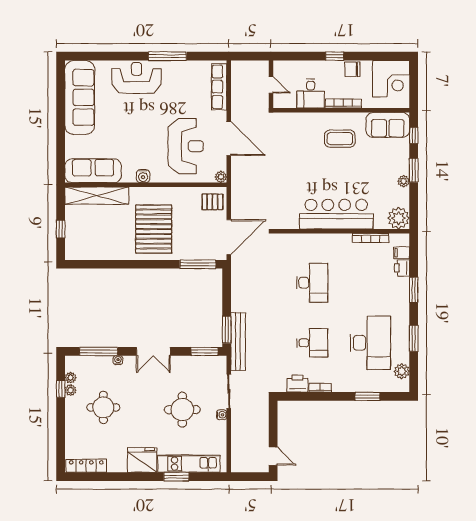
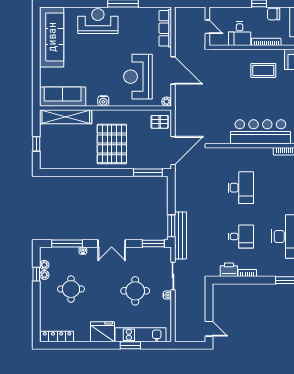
reception desk: (186, 146) -> (138, 77), turned 180

